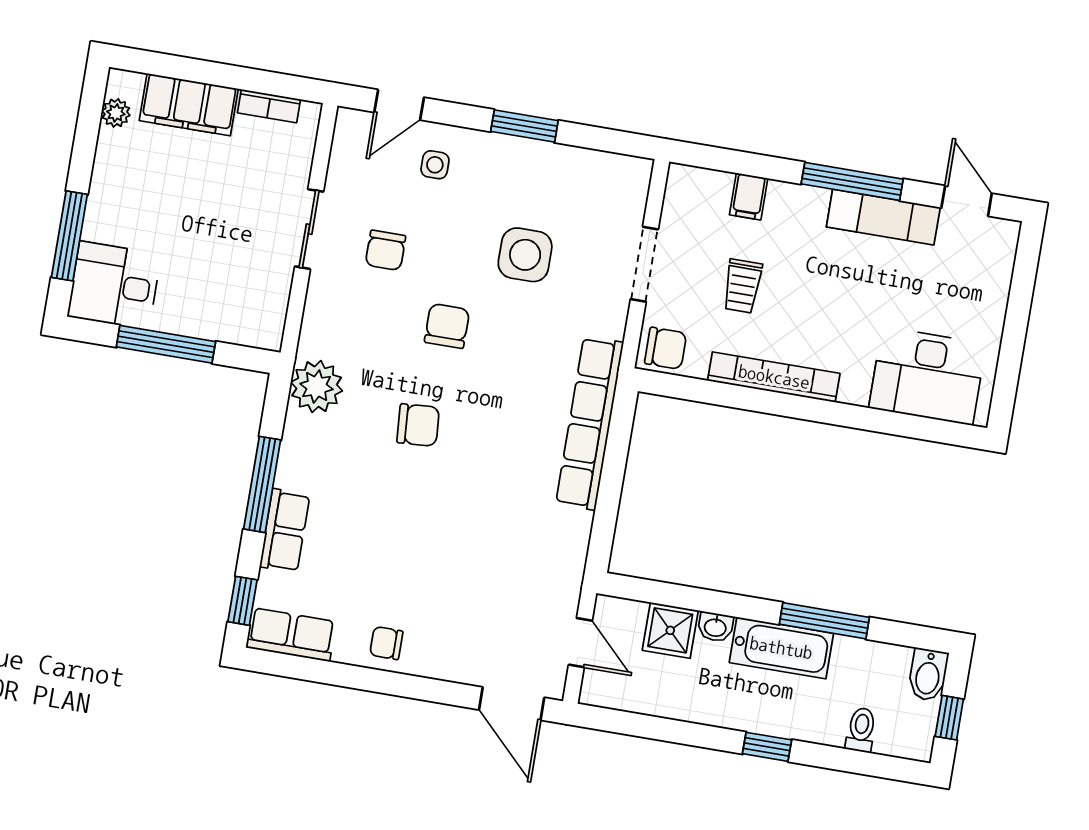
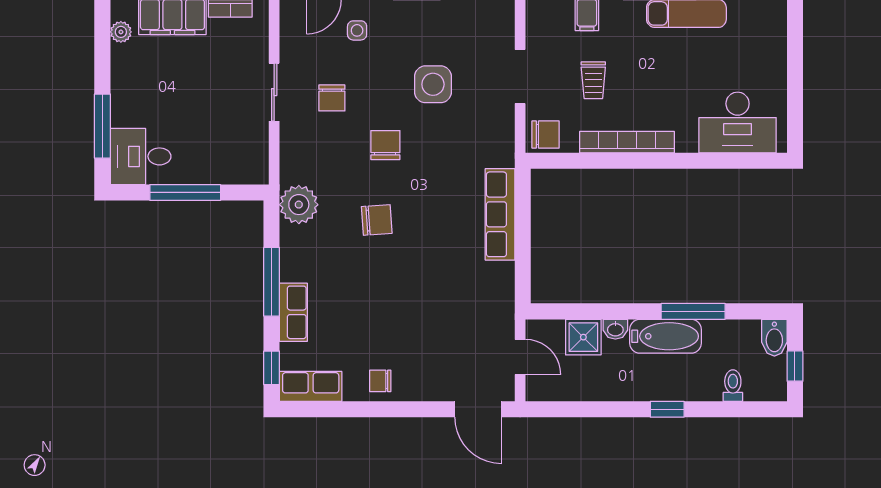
row of seats: (590, 423) -> (500, 214), width x0.73

